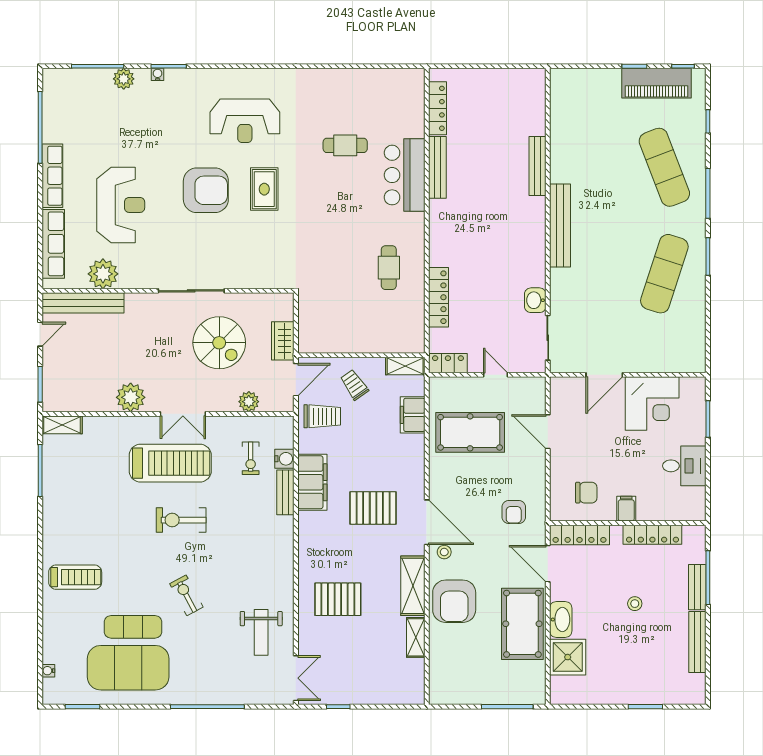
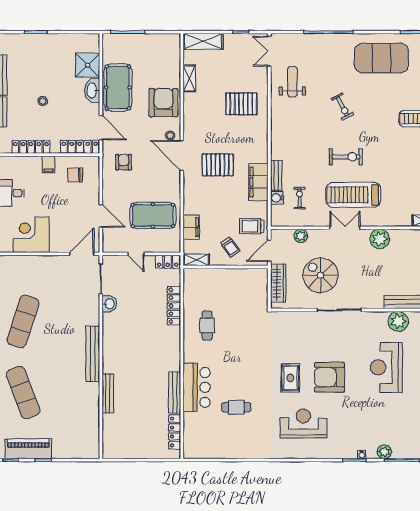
wardrobe: (283, 341) -> (278, 283), width x1.50
door: (604, 375) -> (82, 254), moved
shelving: (413, 586) -> (203, 41), moved, turned 90
exercise mat: (133, 627) -> (378, 85), removed

